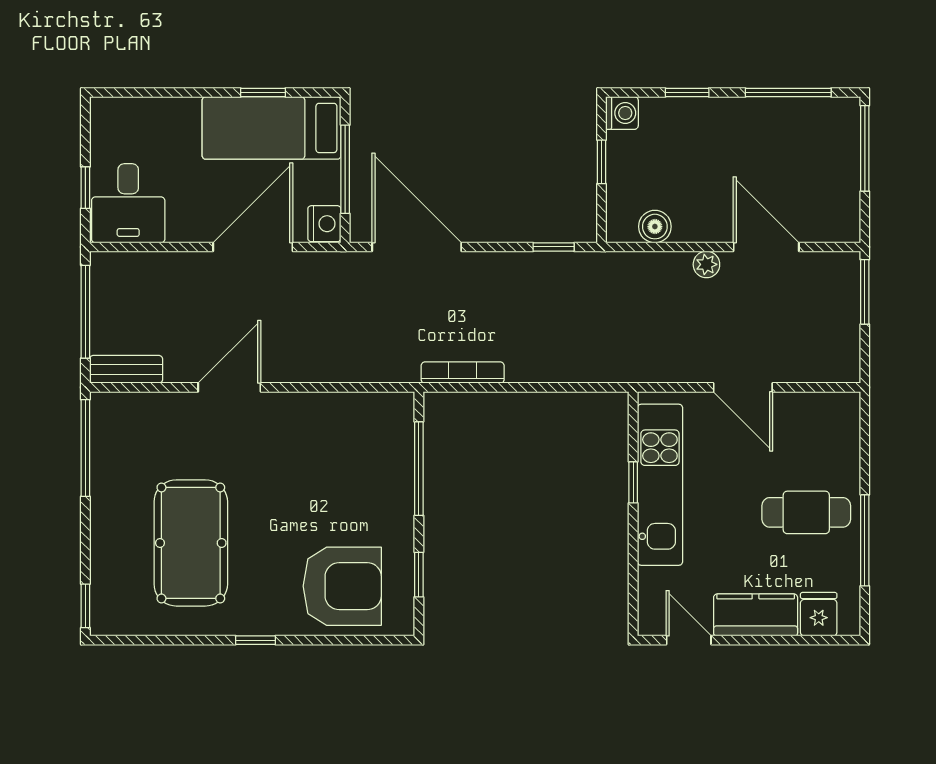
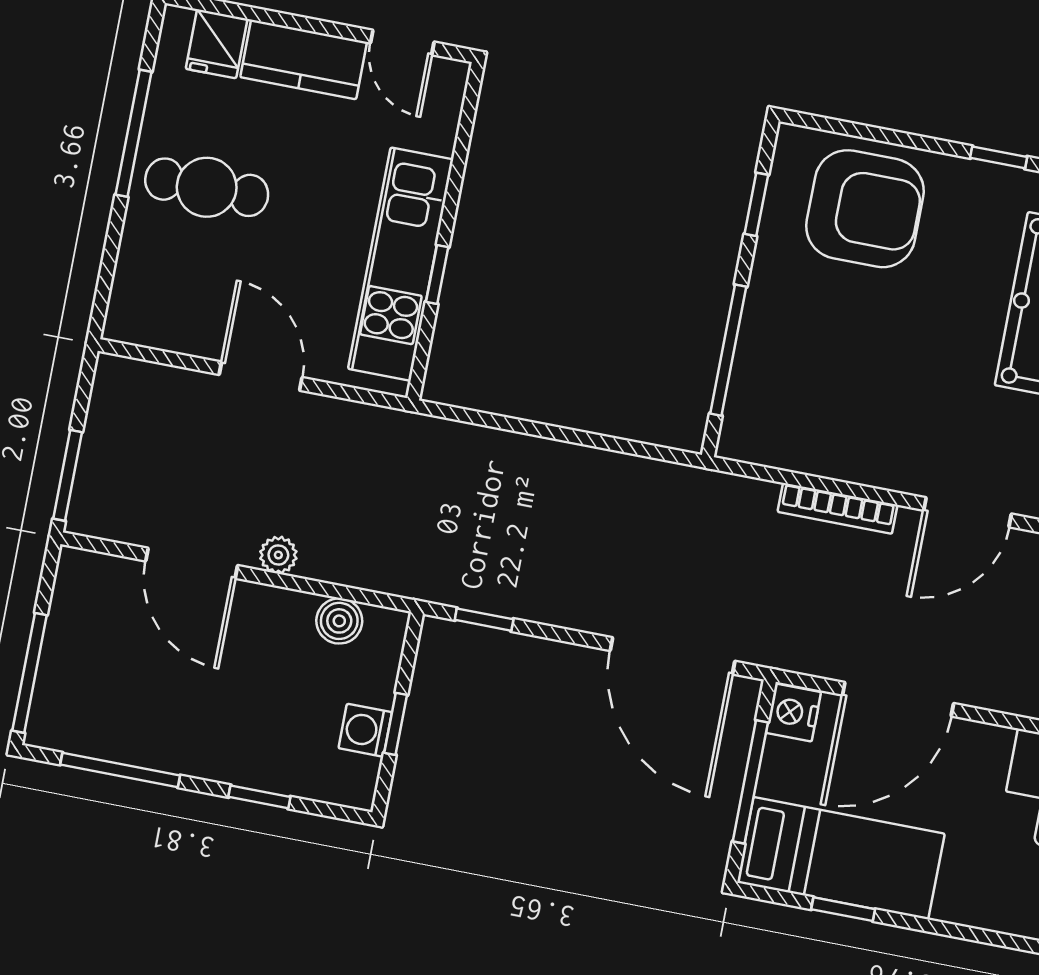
washing machine: (622, 113) -> (365, 730), moved
bookcase: (463, 373) -> (838, 508), moved
armchair: (342, 586) -> (865, 209), turned 180

